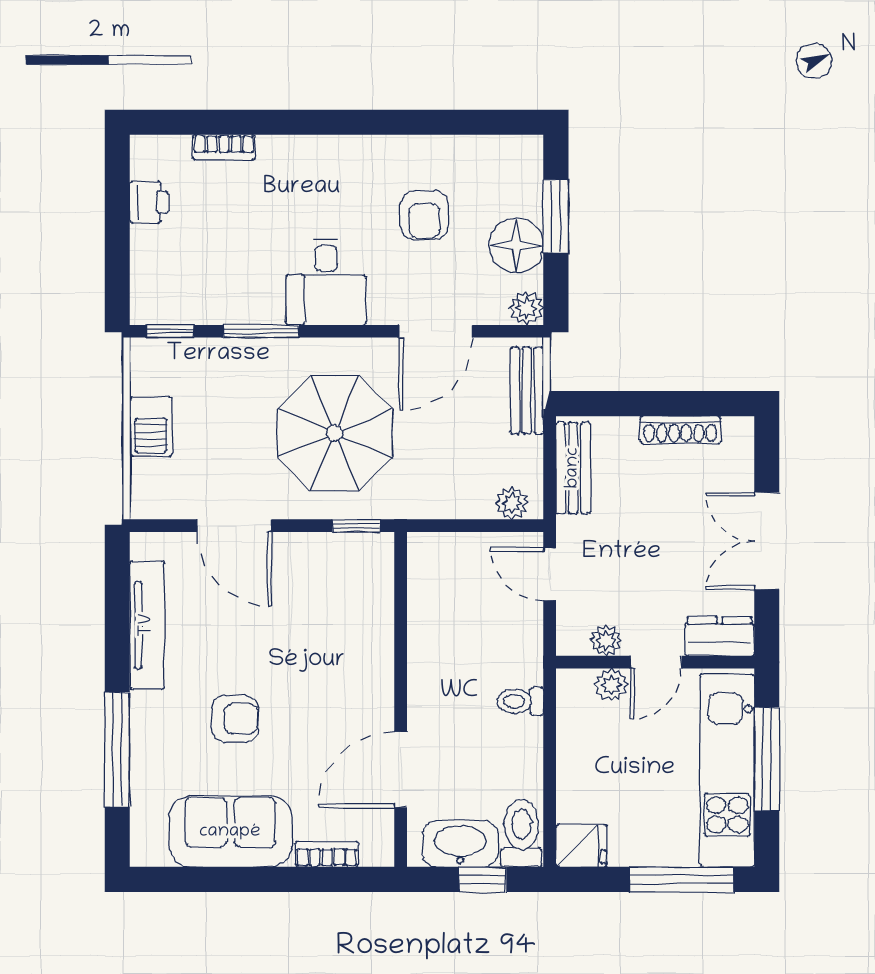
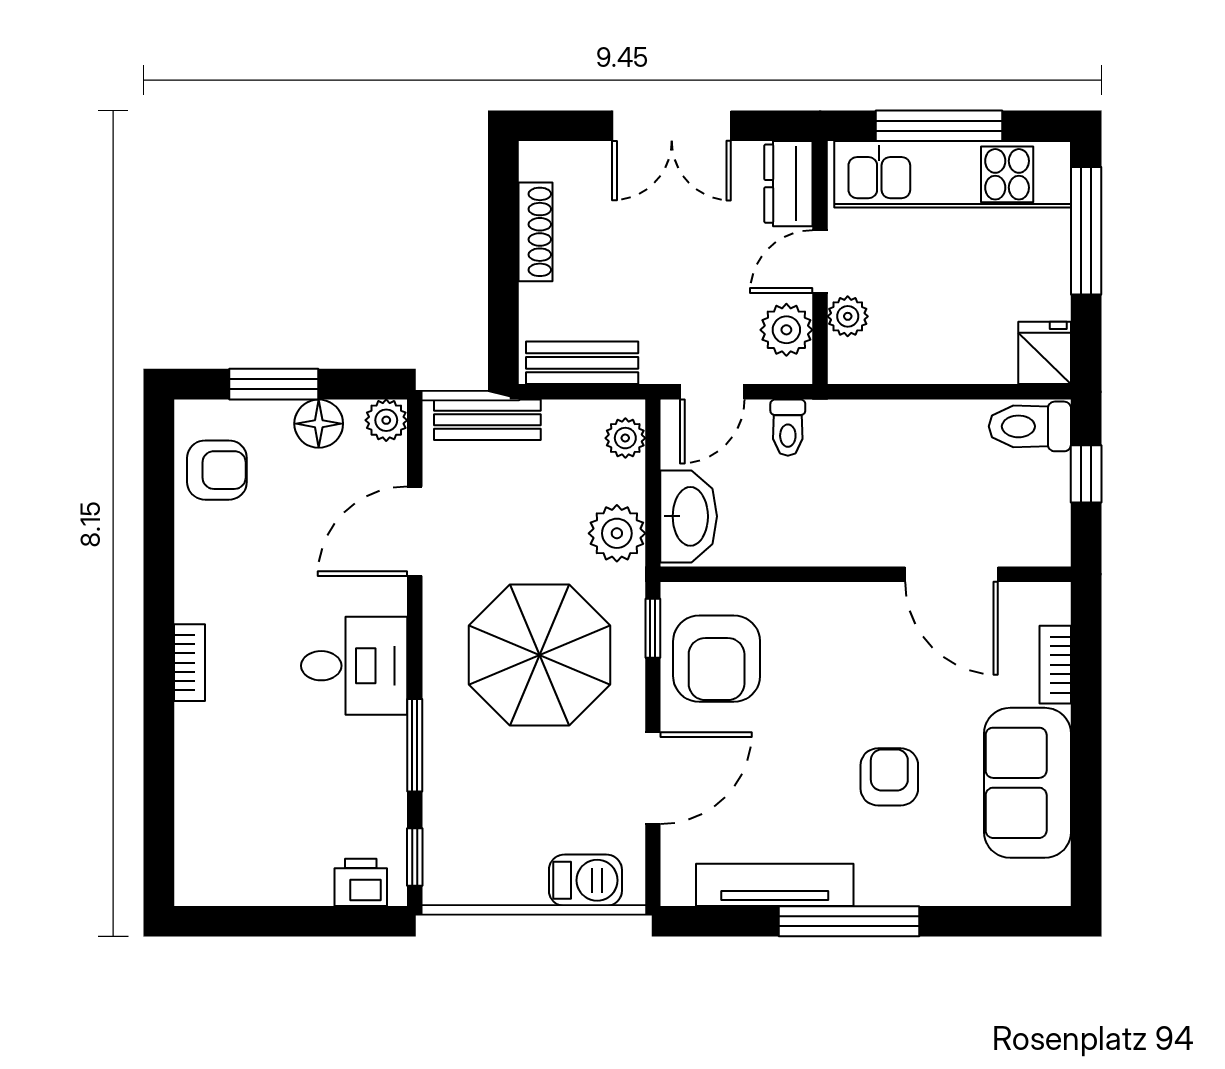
bookcase: (224, 147) -> (189, 663), moved
printer: (149, 202) -> (361, 882), moved
armchair: (424, 215) -> (217, 470), moved
floor lamp: (516, 245) -> (319, 424), width x0.73, depth x0.73
door: (436, 331) -> (415, 531), swing flipped
barbecue: (151, 427) -> (585, 880), moved
plant: (434, 496) -> (617, 533), added
armchair: (332, 578) -> (717, 659), added
plant: (606, 641) -> (786, 330), width x1.38, depth x1.38
door: (656, 662) -> (820, 262), swing flipped
toilet: (520, 701) -> (788, 428), moved
window: (117, 749) -> (849, 921), moved
washbasin: (460, 844) -> (689, 516), moved, turned 180

